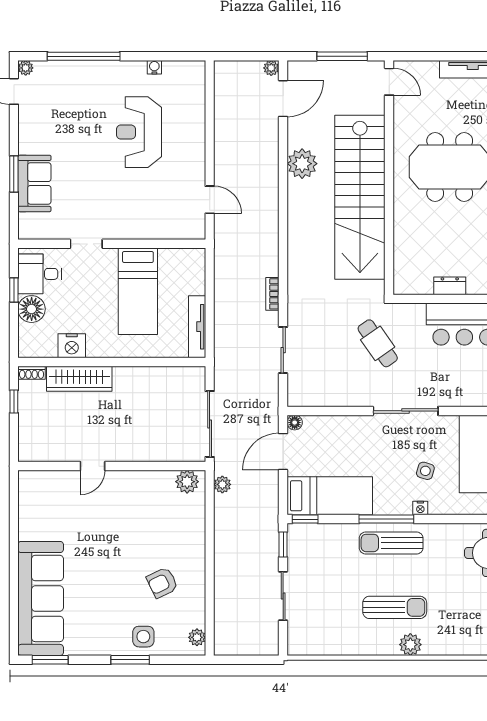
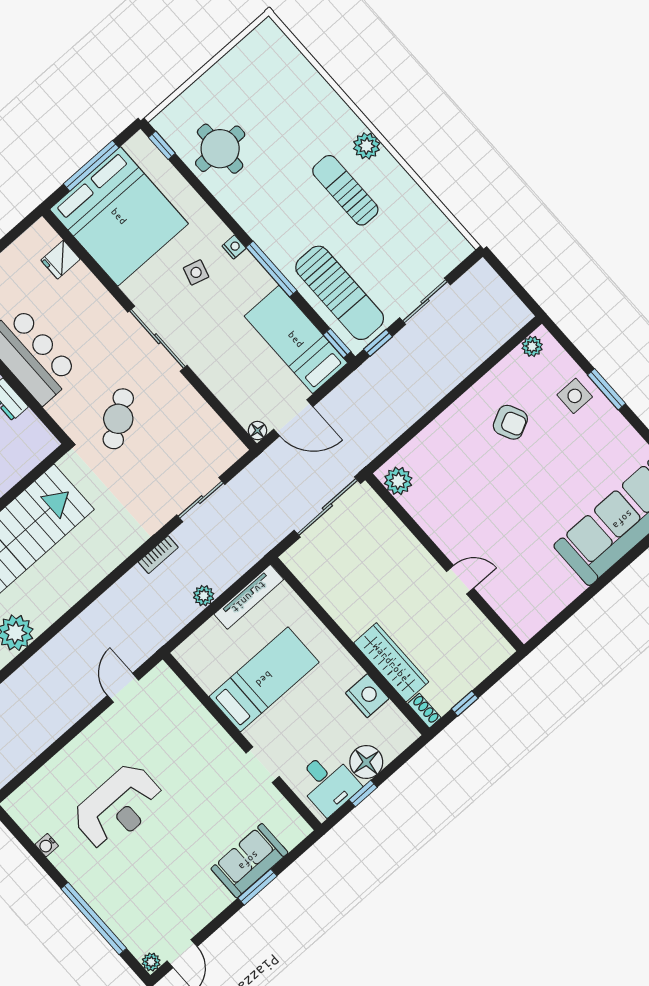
plant: (222, 484) -> (204, 596), moved
sun lounger: (391, 543) -> (340, 293), moved, width x1.36, depth x1.34

